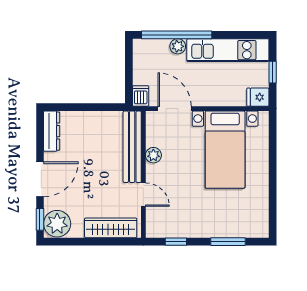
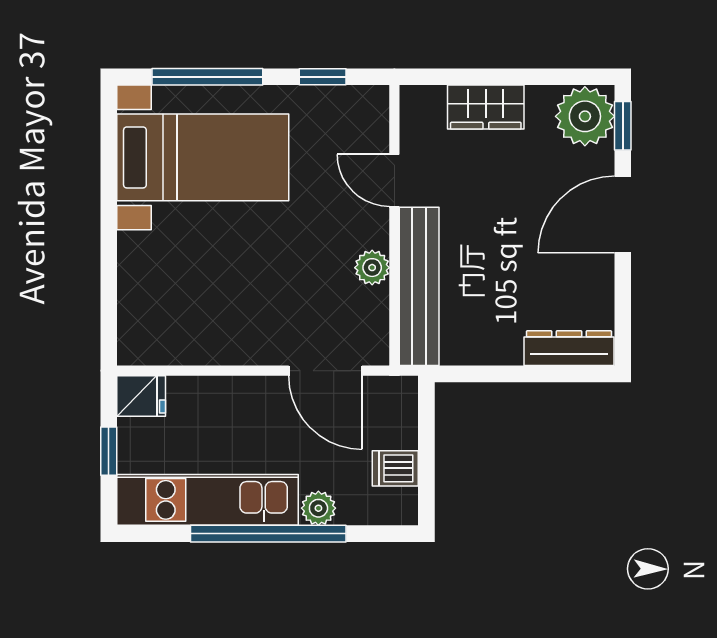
window: (177, 35) -> (268, 534), moved
dishwasher: (141, 96) -> (395, 468), moved, turned 90
dresser: (52, 131) -> (569, 348), moved, turned 90
bed with nightstands: (225, 150) -> (203, 157), moved, turned 90
wardrobe: (111, 228) -> (486, 107), width x0.67
window: (228, 242) -> (207, 77), width x1.44

